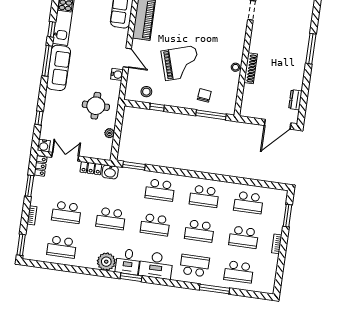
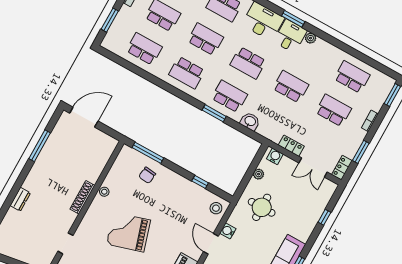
window: (311, 49) -> (40, 146), moved
grand piano: (180, 63) -> (129, 232), moved
shoe rack: (251, 68) -> (82, 197), moved
stool: (146, 92) -> (216, 208), moved
dresser: (295, 100) -> (20, 199), moved
water cooler: (44, 146) -> (275, 156), moved
window: (134, 166) -> (214, 113), moved
washbasin: (110, 172) -> (250, 121), moved
school desk: (204, 196) -> (187, 73), turned 180
school desk: (155, 225) -> (248, 63), turned 180
plant: (106, 262) -> (311, 38), width x0.53, depth x0.53

